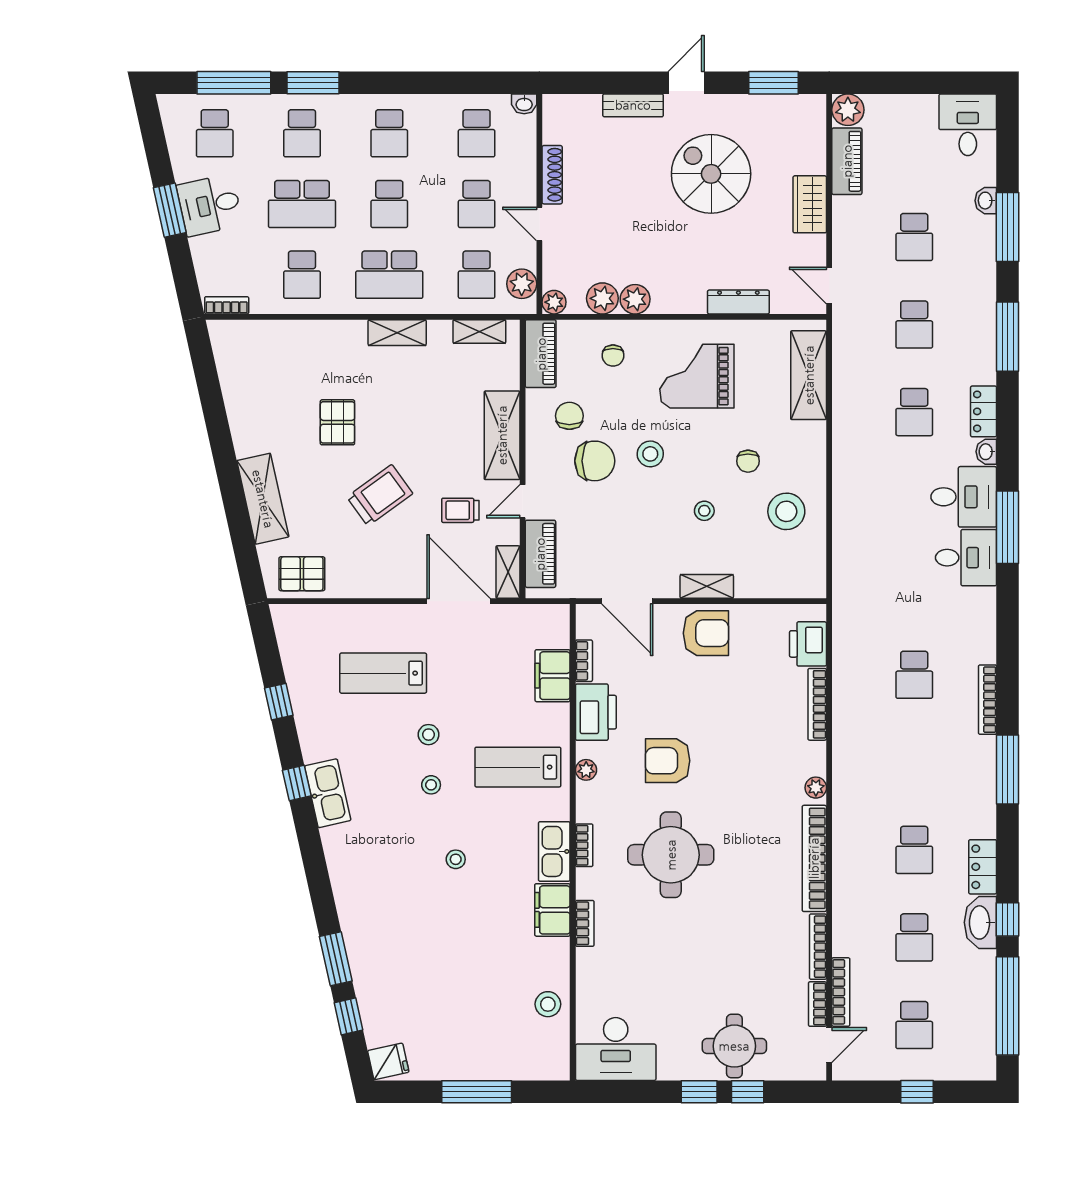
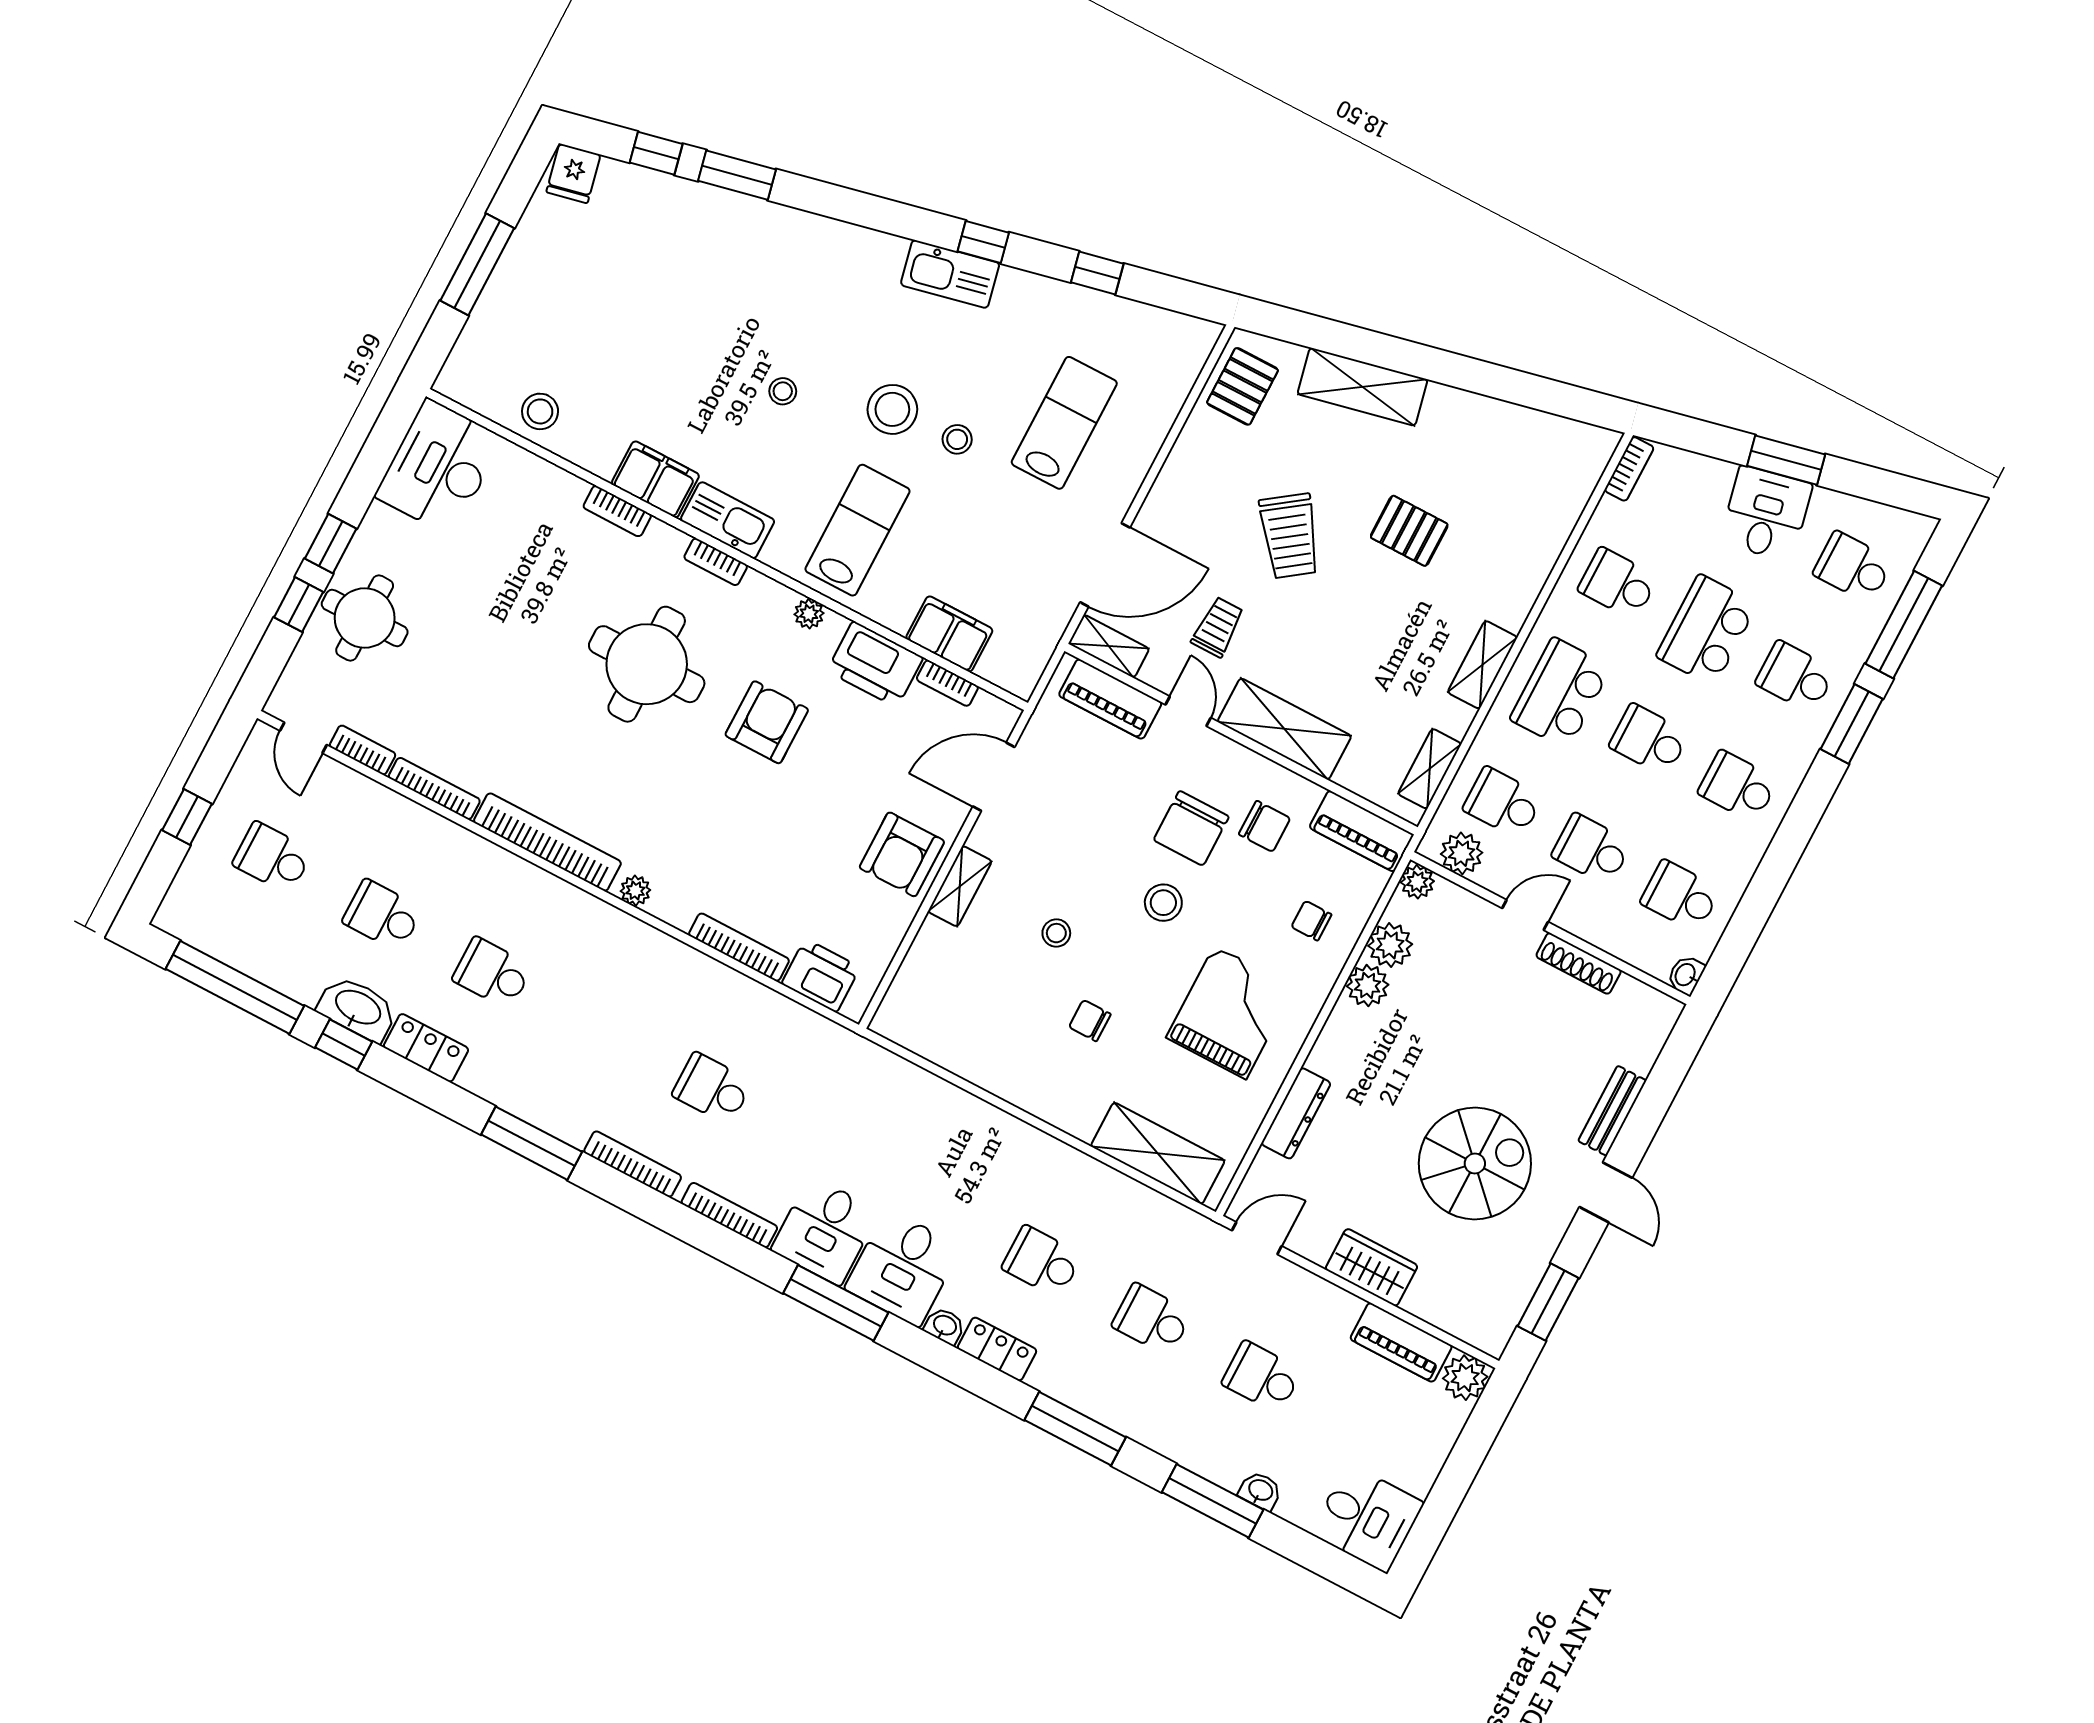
stool: (786, 511) -> (1002, 1036), removed
stool: (431, 785) -> (892, 409), width x1.89, depth x1.89
bookcase: (841, 992) -> (729, 1215), moved, turned 180

